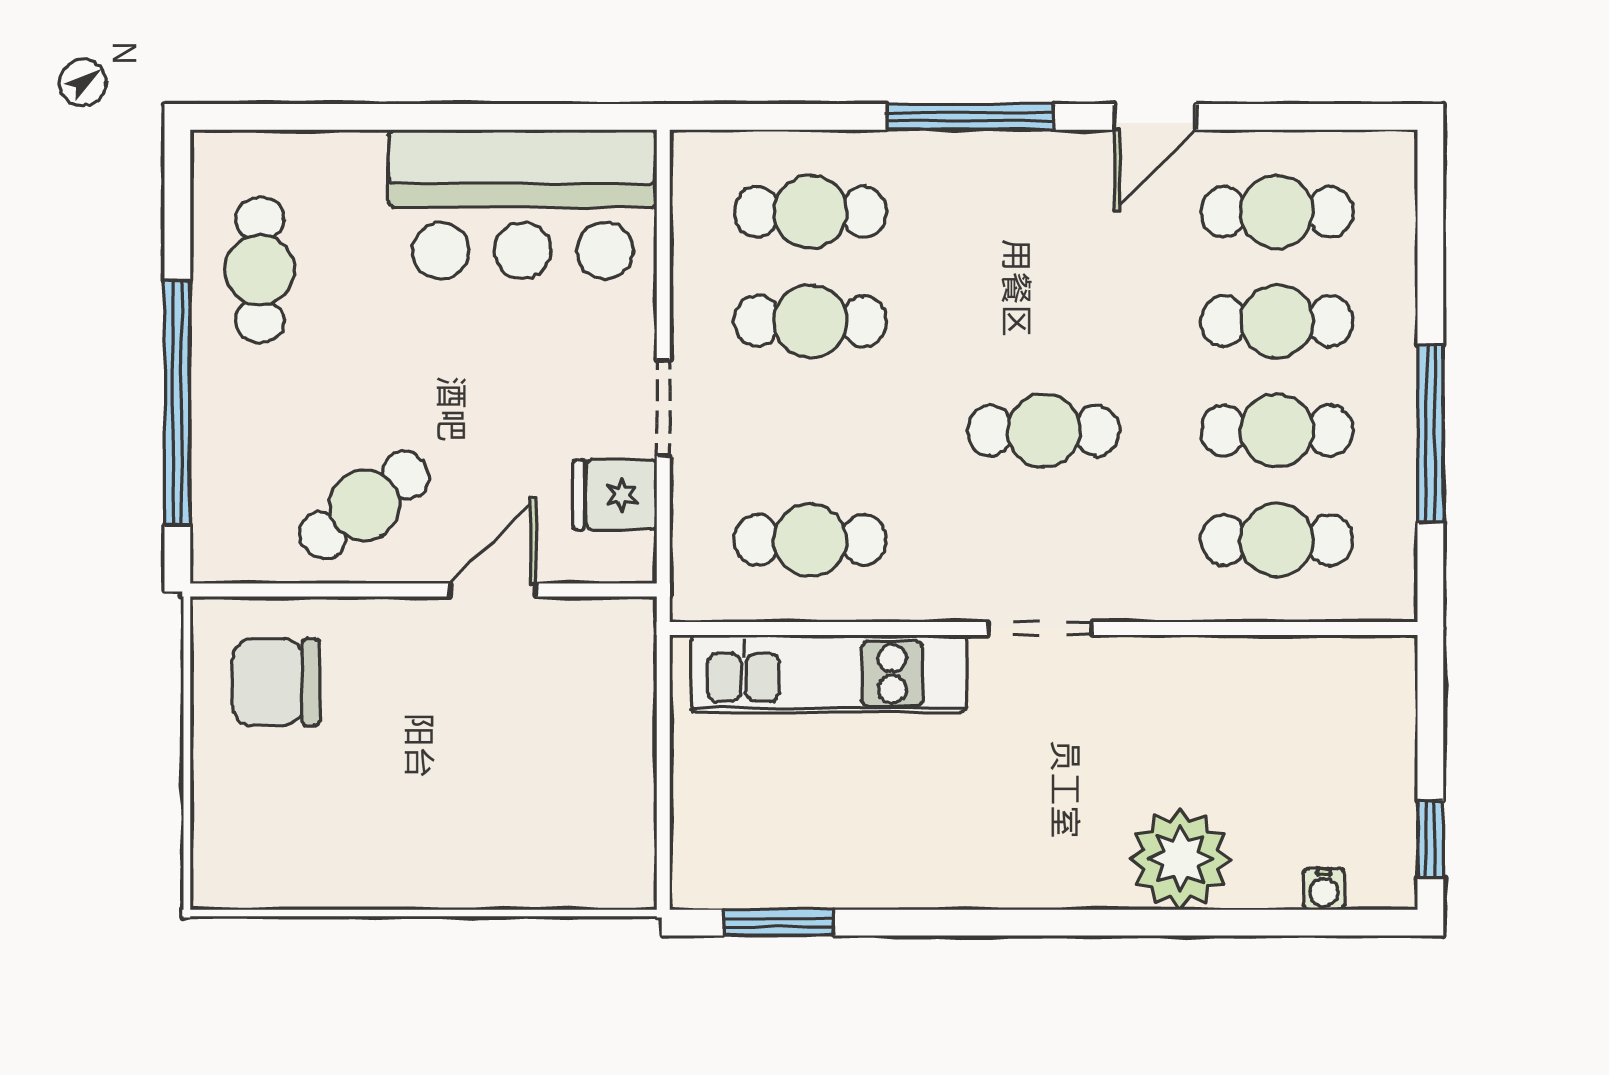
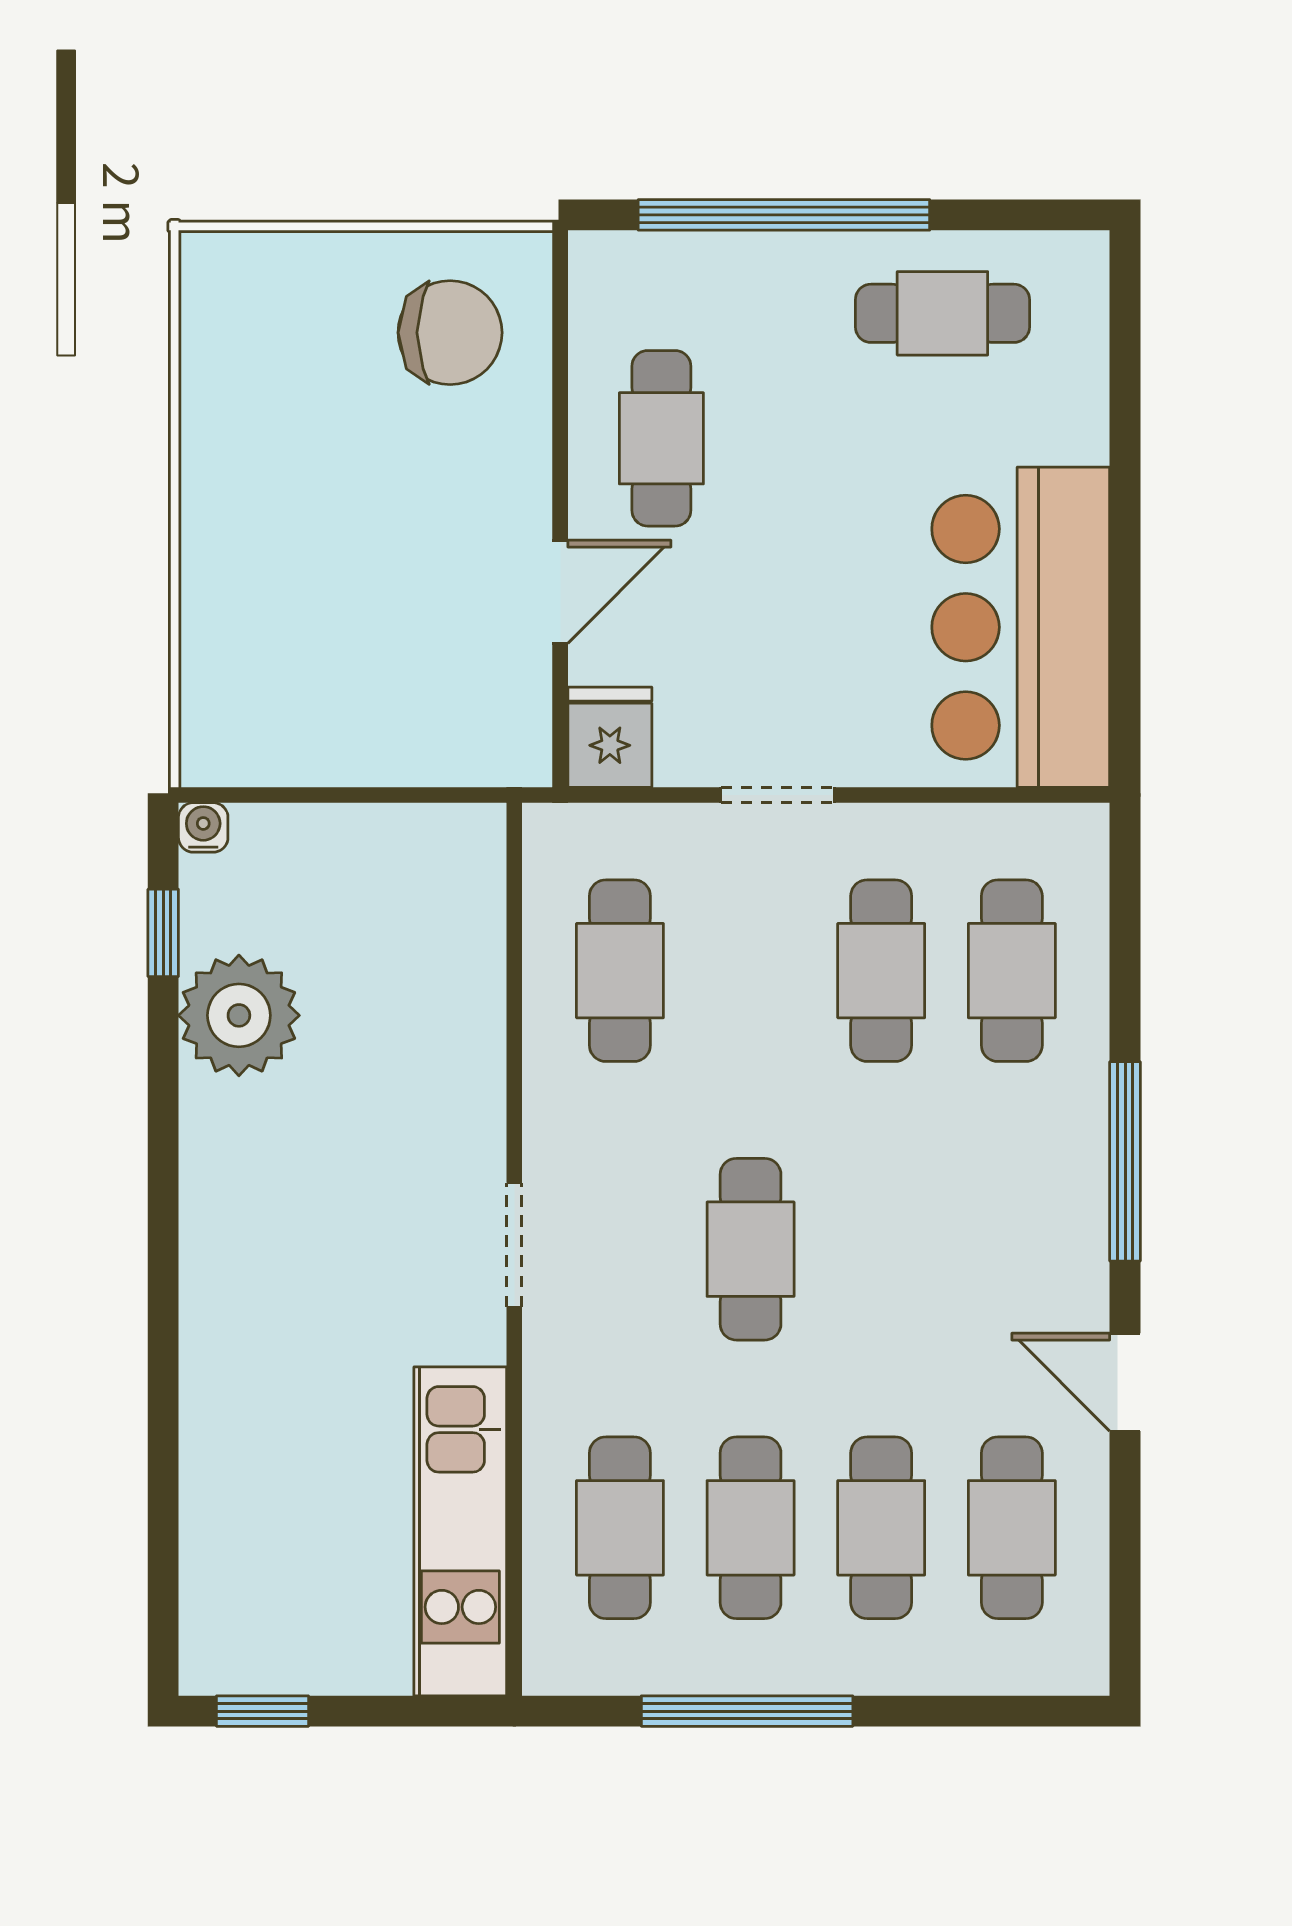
fridge: (615, 495) -> (610, 737), moved
cafe table: (364, 505) -> (661, 438), turned 36
door: (493, 590) -> (560, 592), hinge flipped
kitchen unit: (829, 674) -> (460, 1531), moved
chair: (276, 682) -> (450, 333), turned 90
plant: (1180, 859) -> (239, 1015), moved
water cooler: (1324, 889) -> (203, 827), moved, turned 90
window: (779, 923) -> (163, 933), width x0.67

